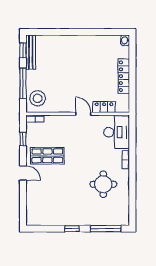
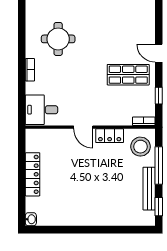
bench: (31, 52) -> (149, 189), moved
locker: (104, 107) -> (110, 136), moved
desk: (117, 132) -> (42, 110), width x0.73

